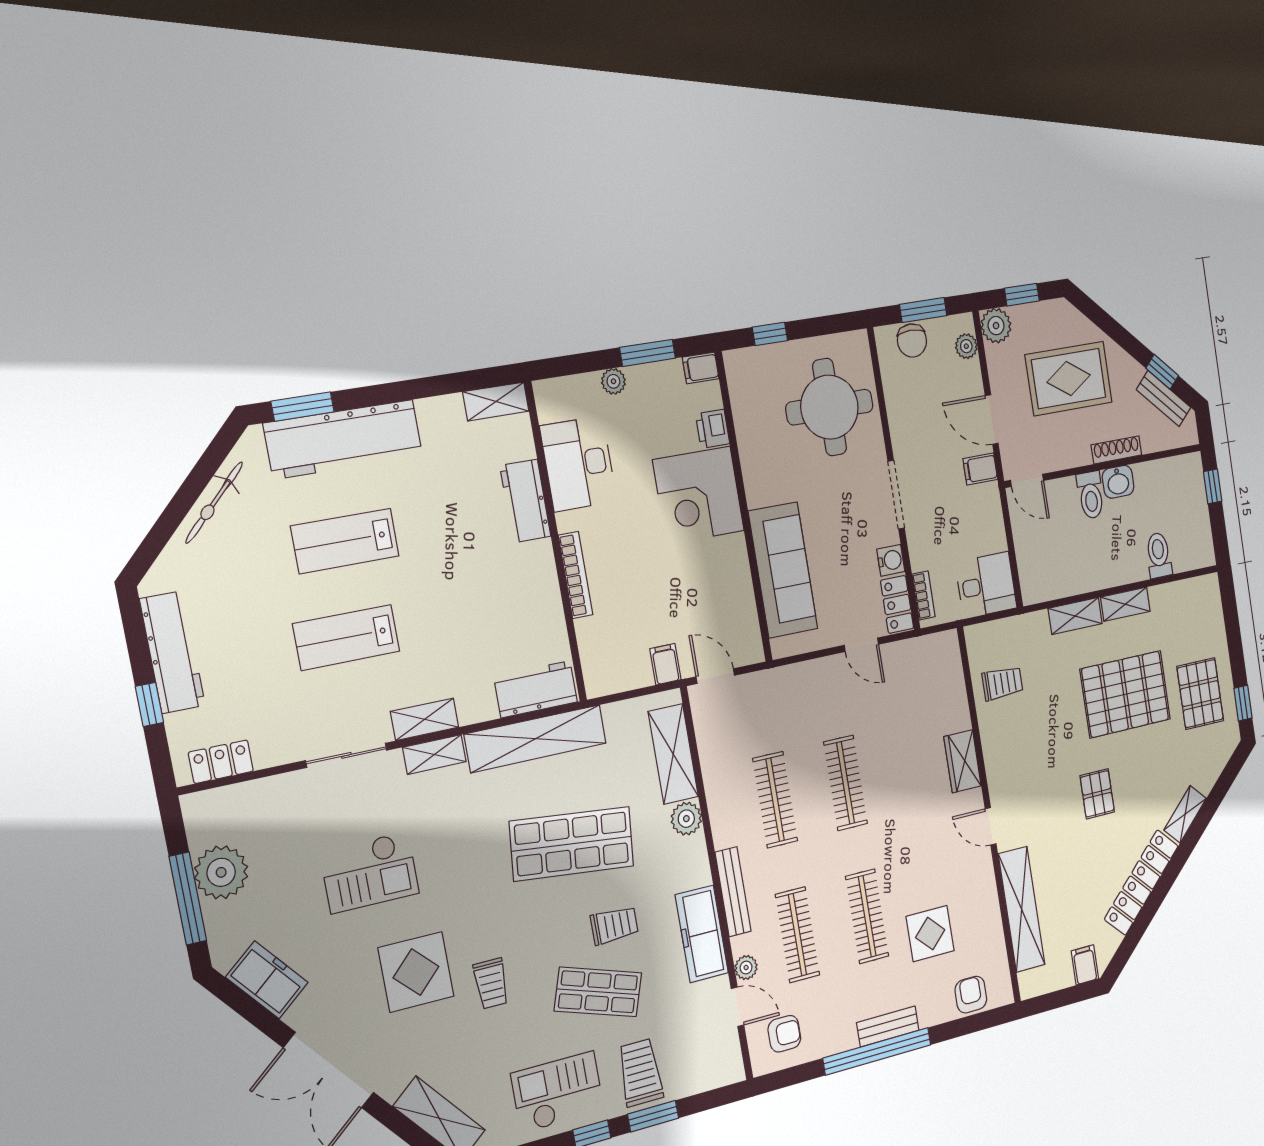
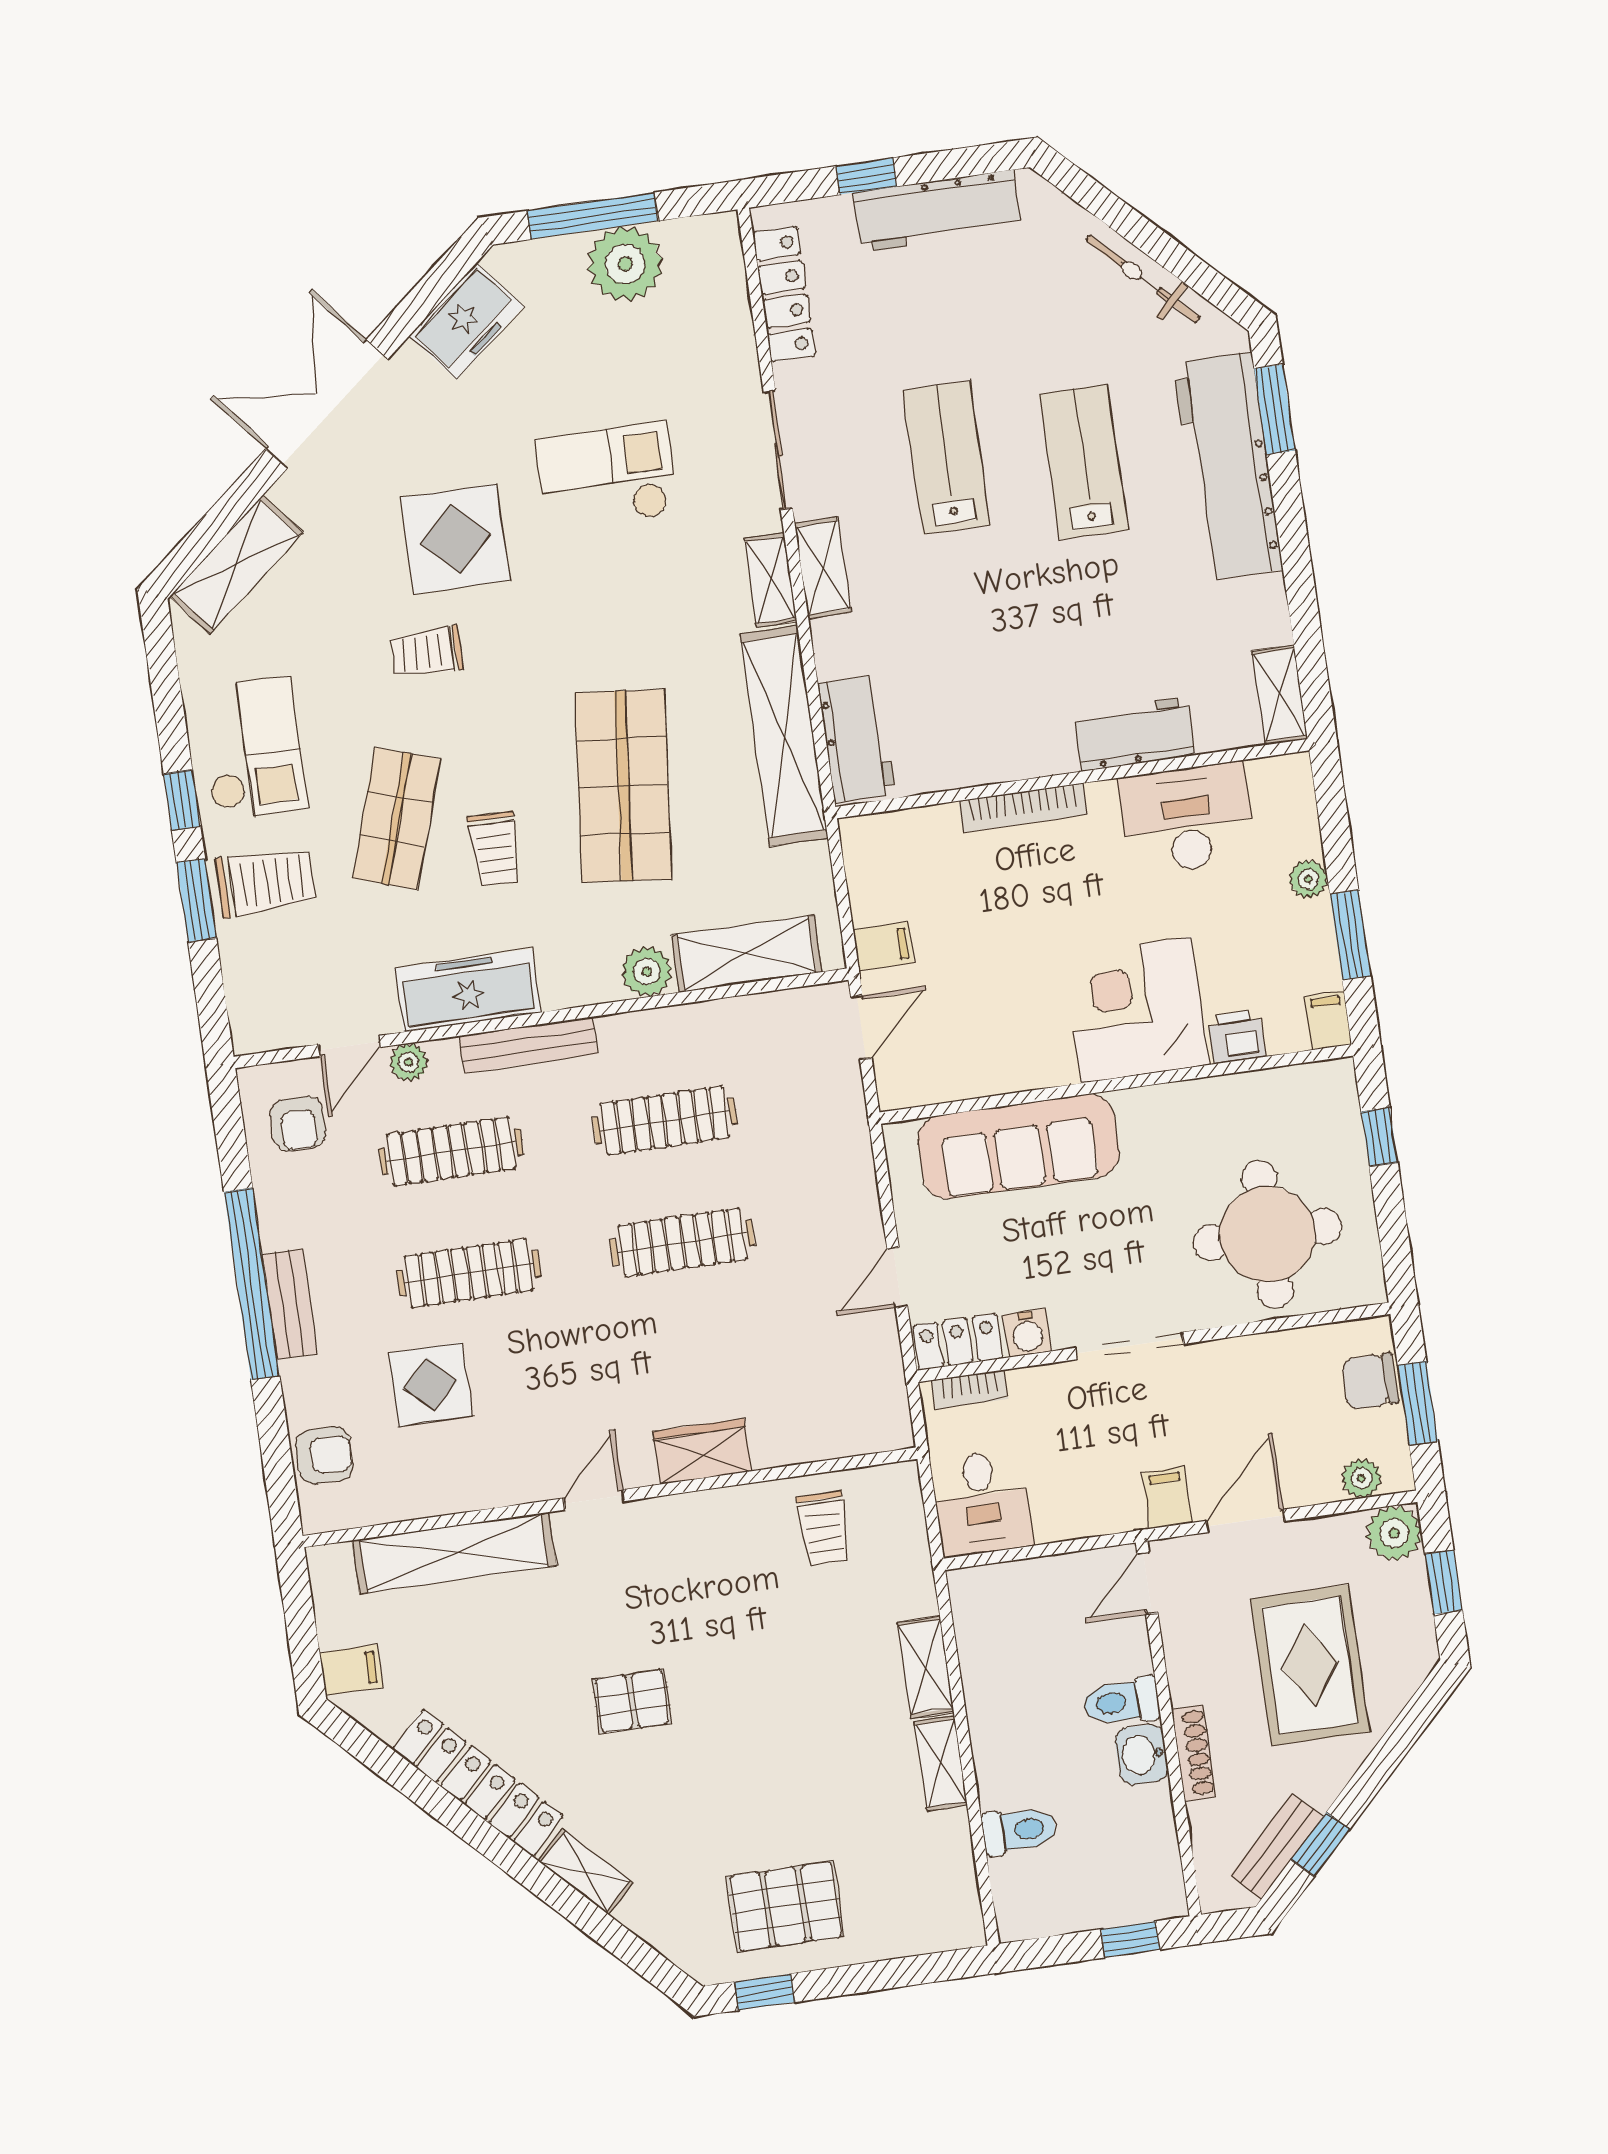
pallet: (1125, 694) -> (793, 1759), removed
locker: (221, 762) -> (784, 294), width x1.53
checkout: (370, 872) -> (607, 476), turned 90

